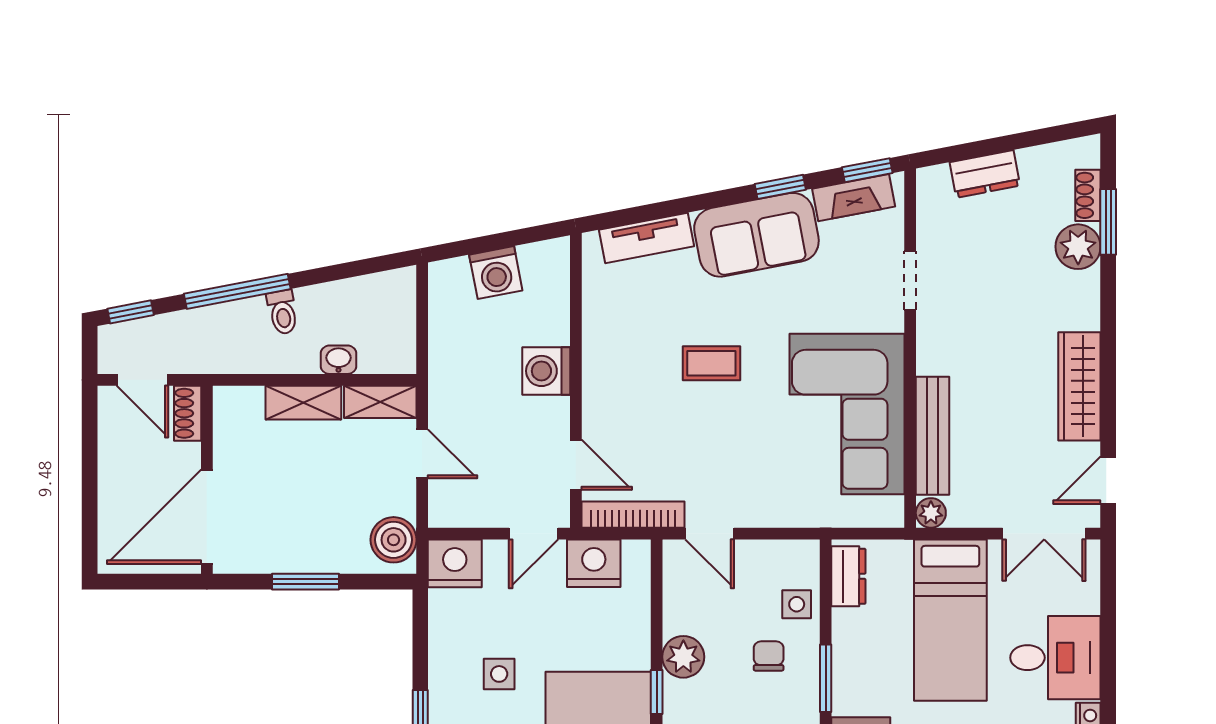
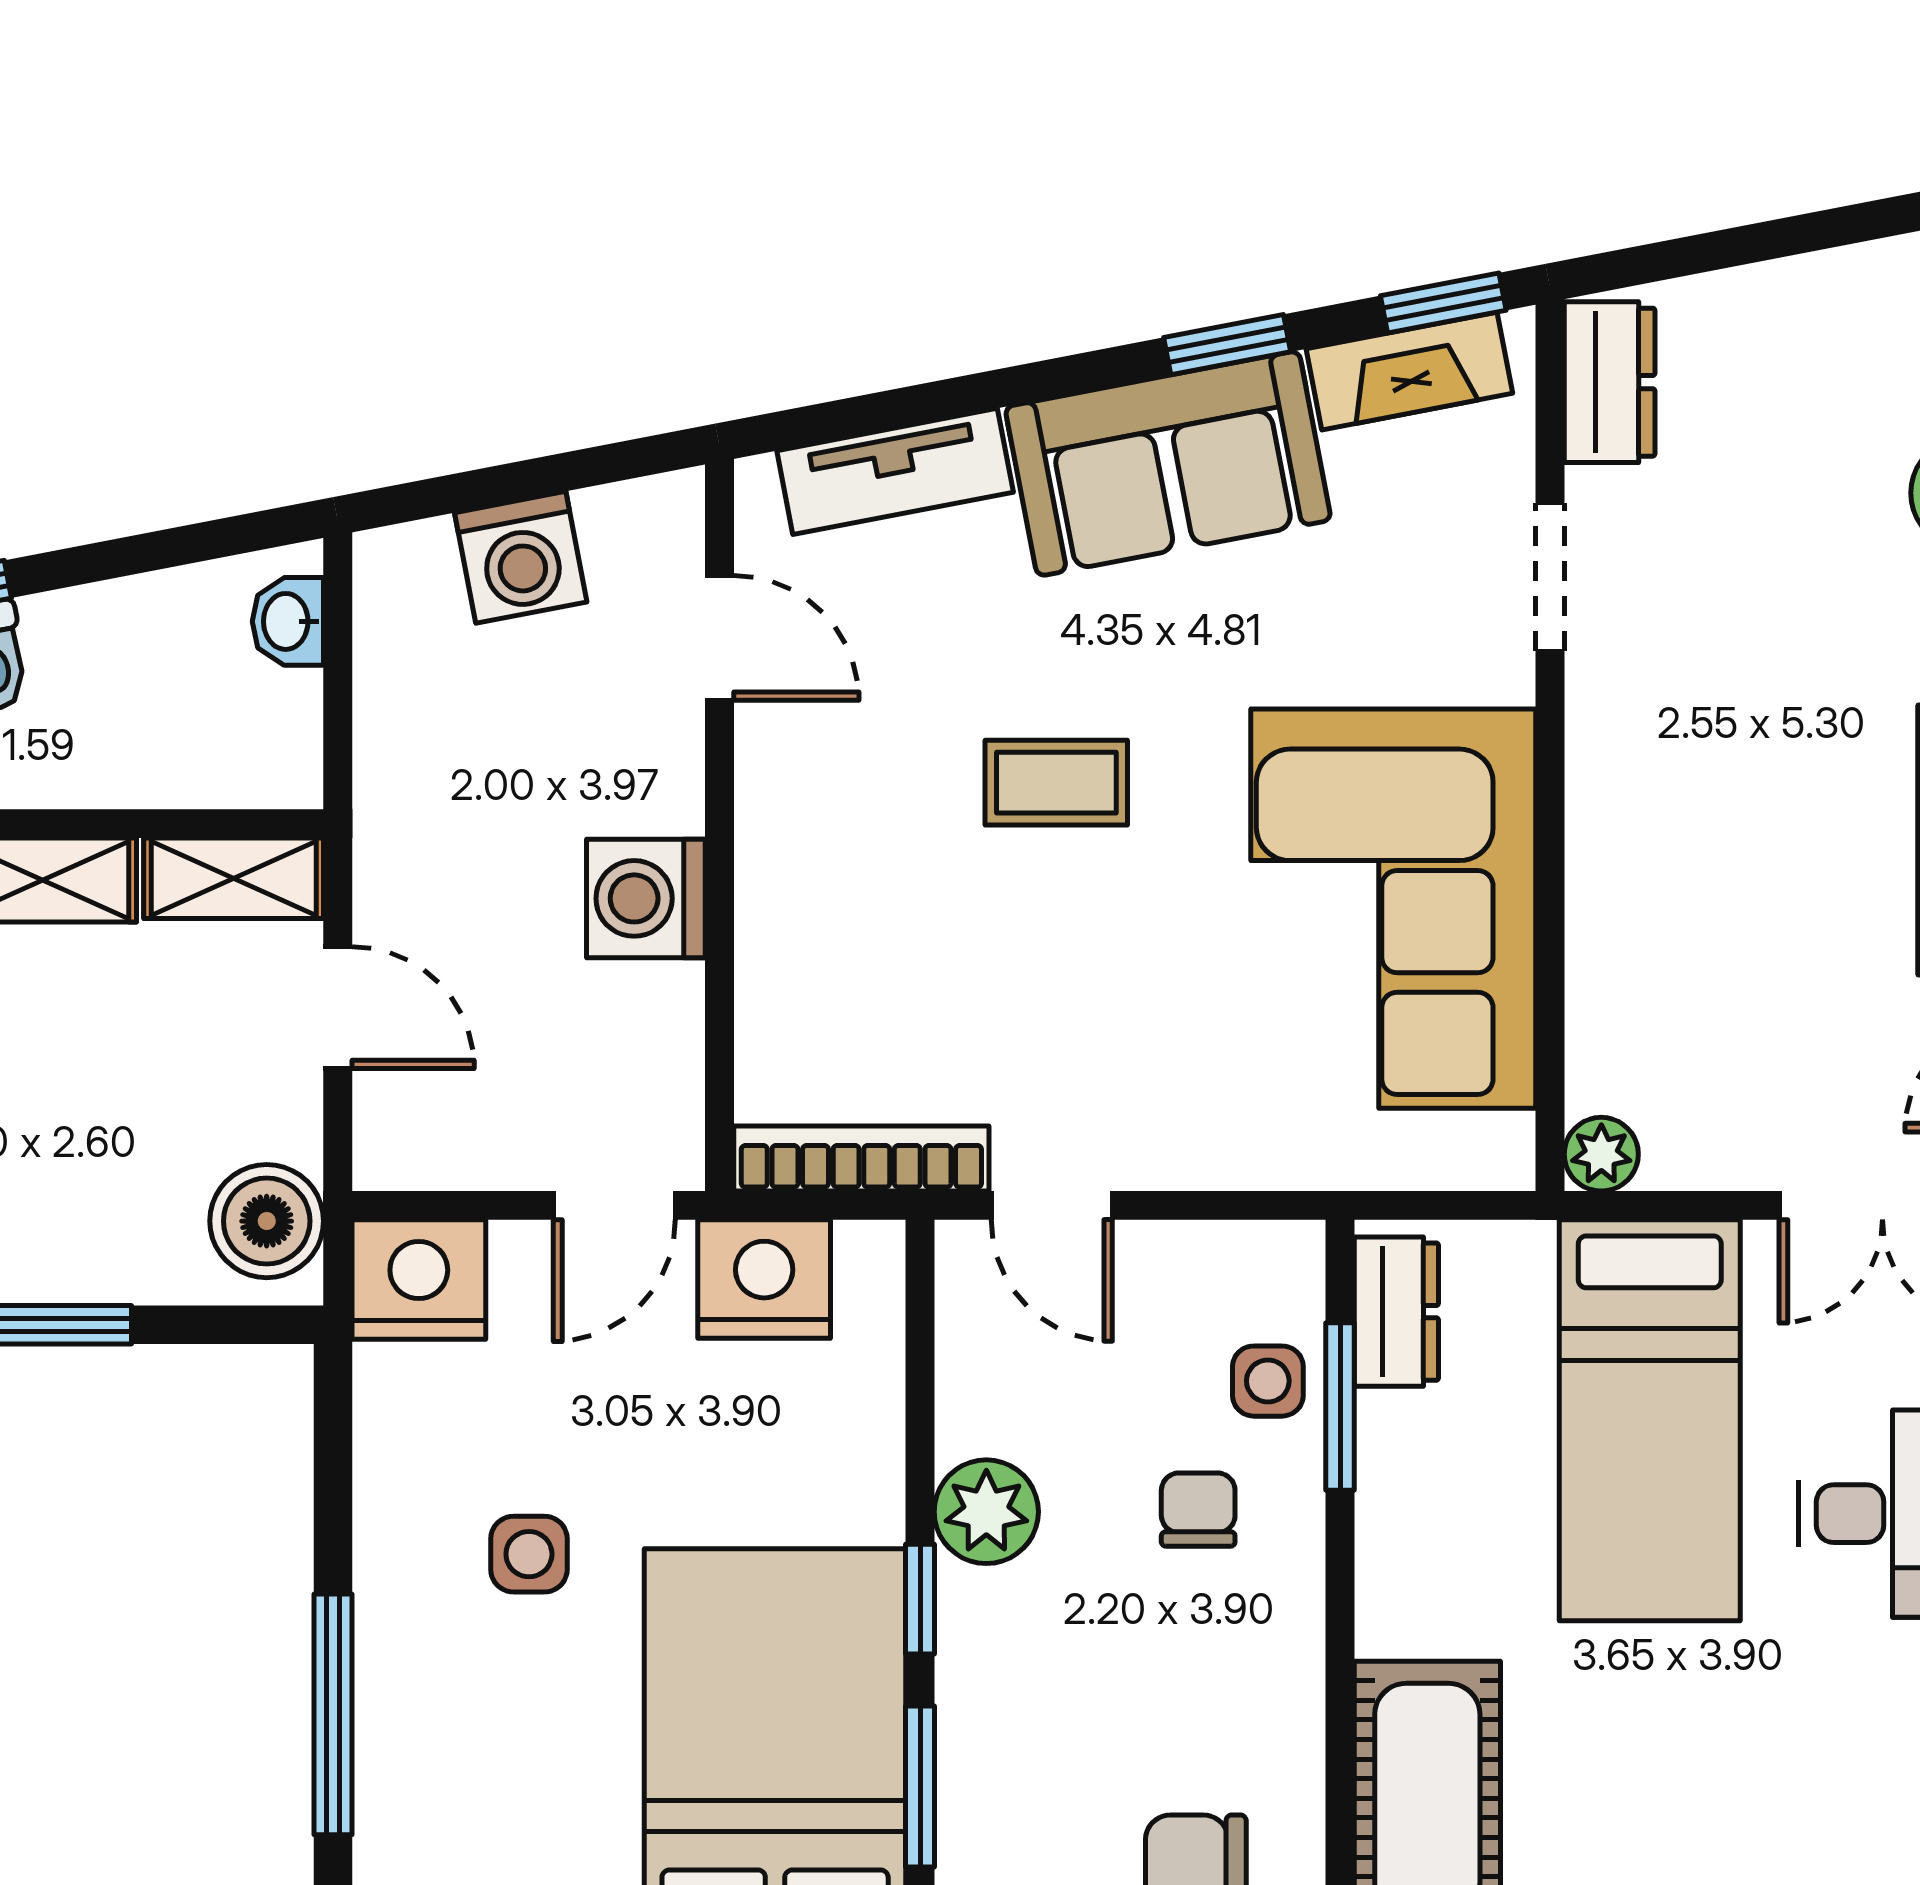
dresser: (985, 174) -> (1610, 382), moved, turned -79
washbasin: (339, 360) -> (288, 621), moved, turned -90
washing machine: (546, 371) -> (646, 898), moved
bench: (933, 436) -> (1605, 963), removed
door: (576, 465) -> (720, 638), moved
window: (826, 678) -> (1340, 1407), moved

